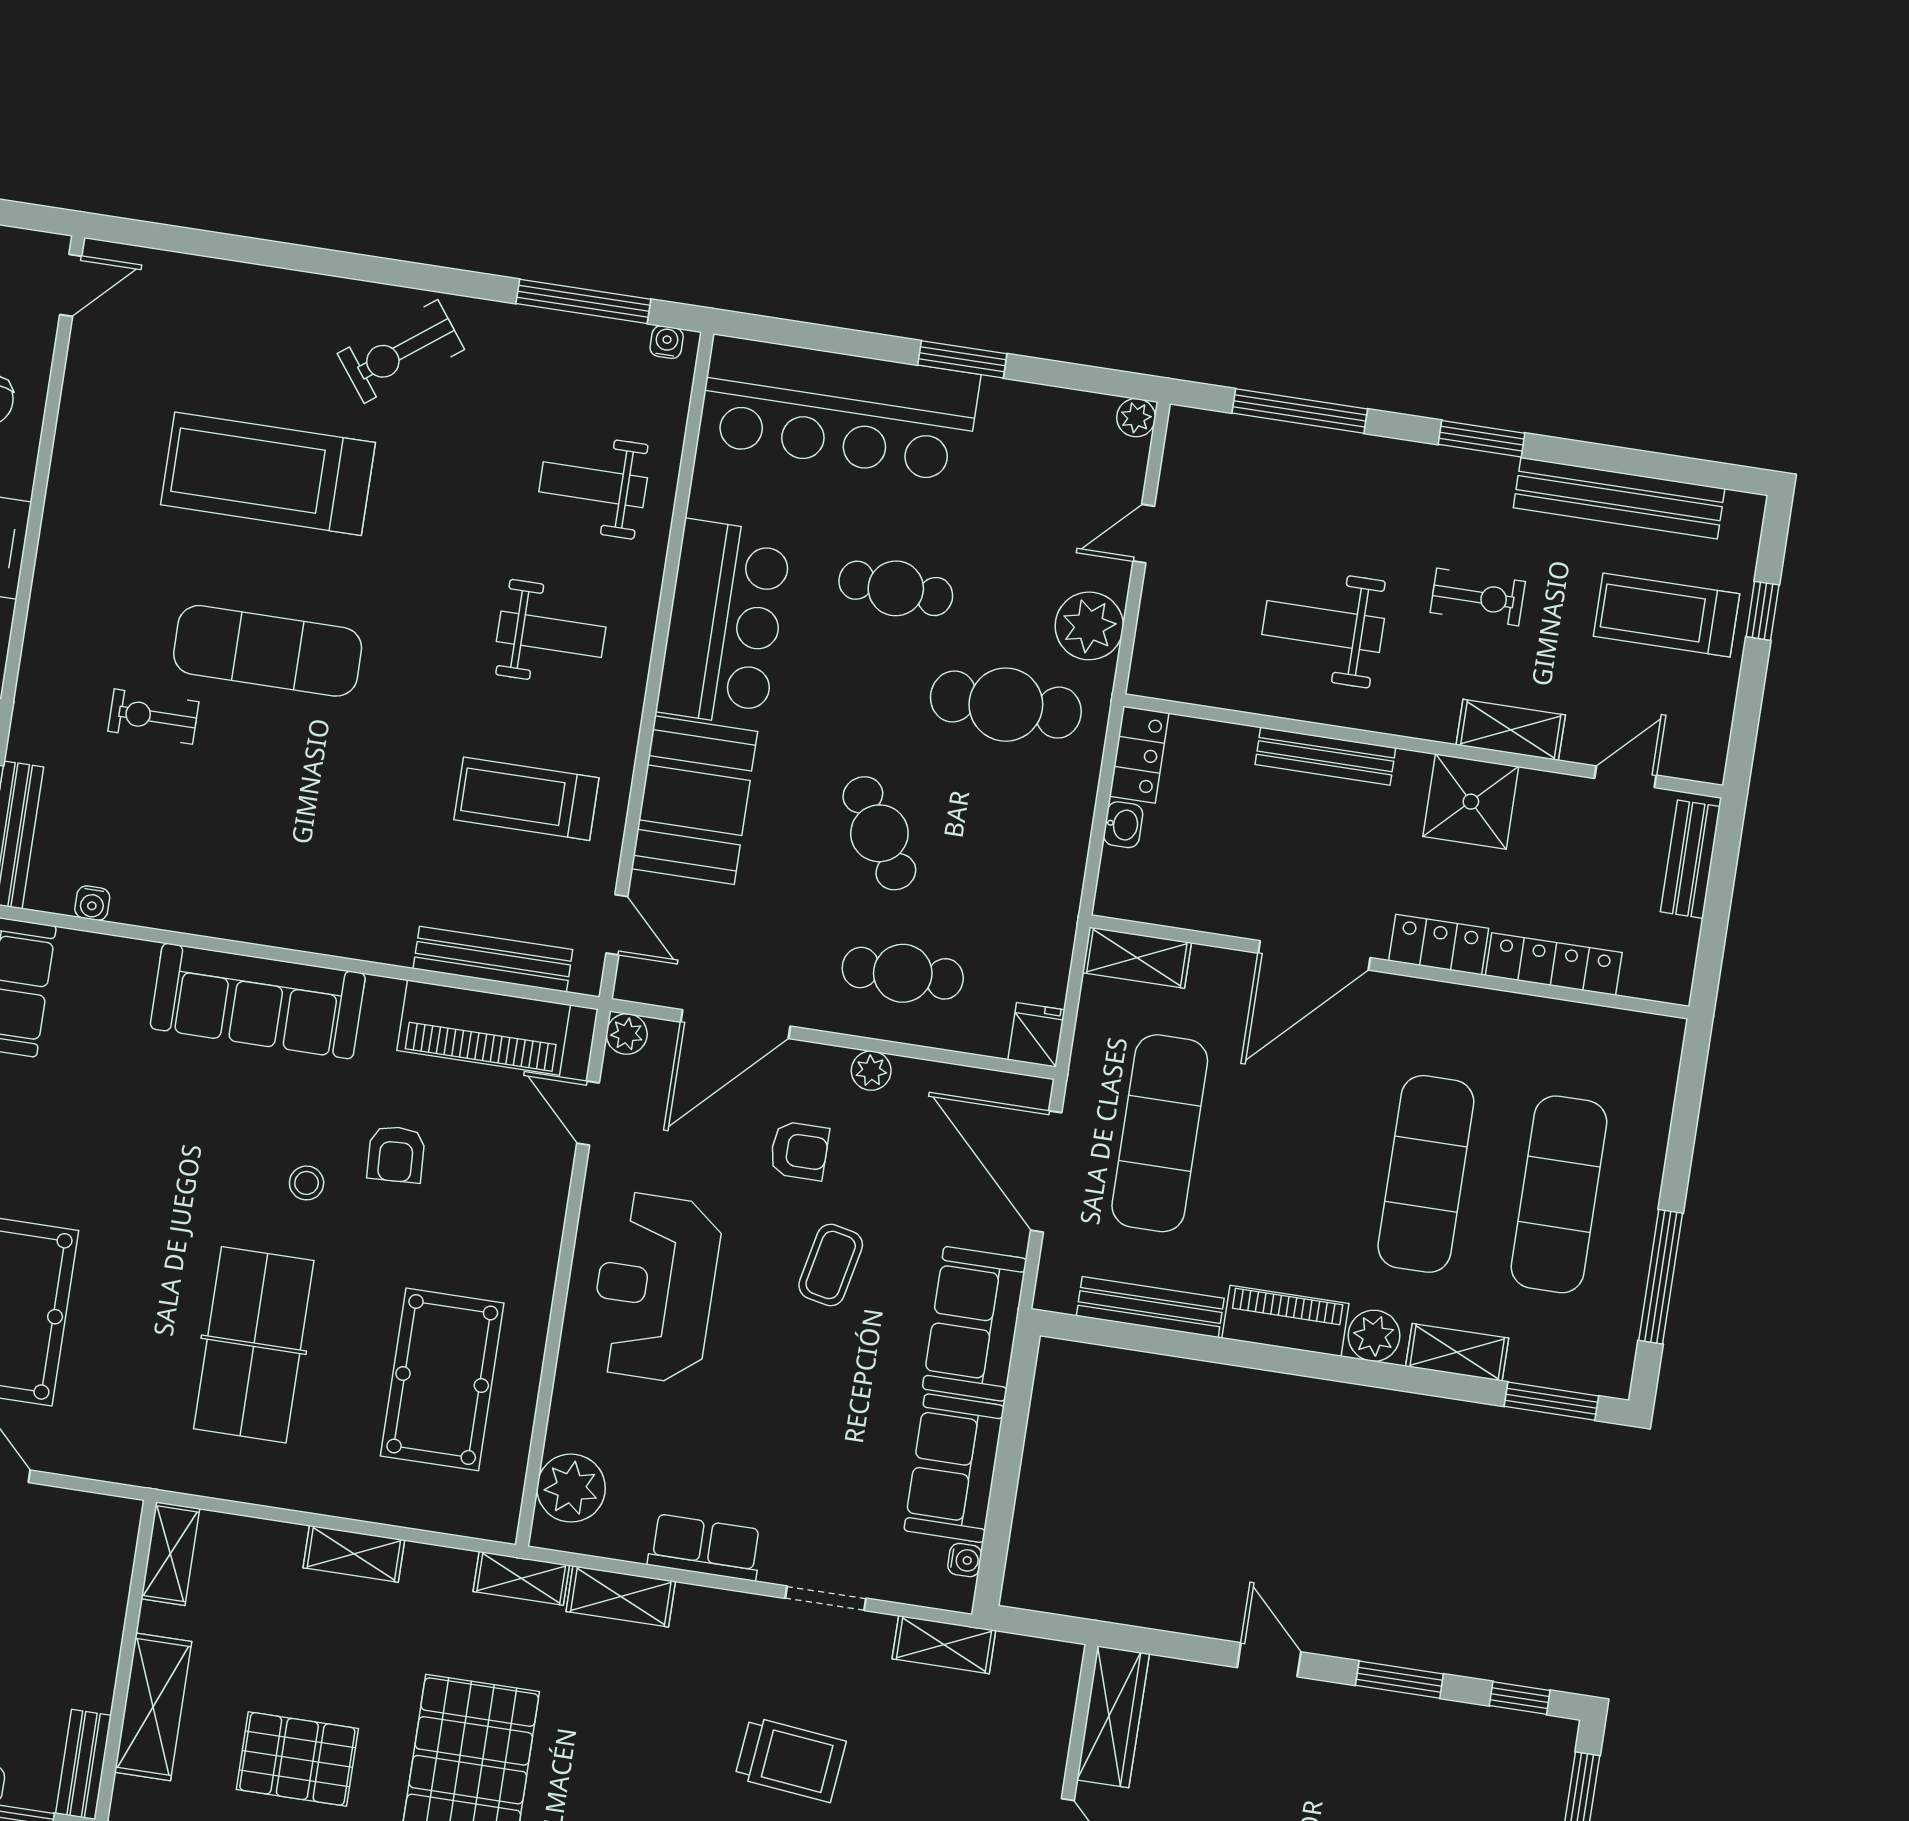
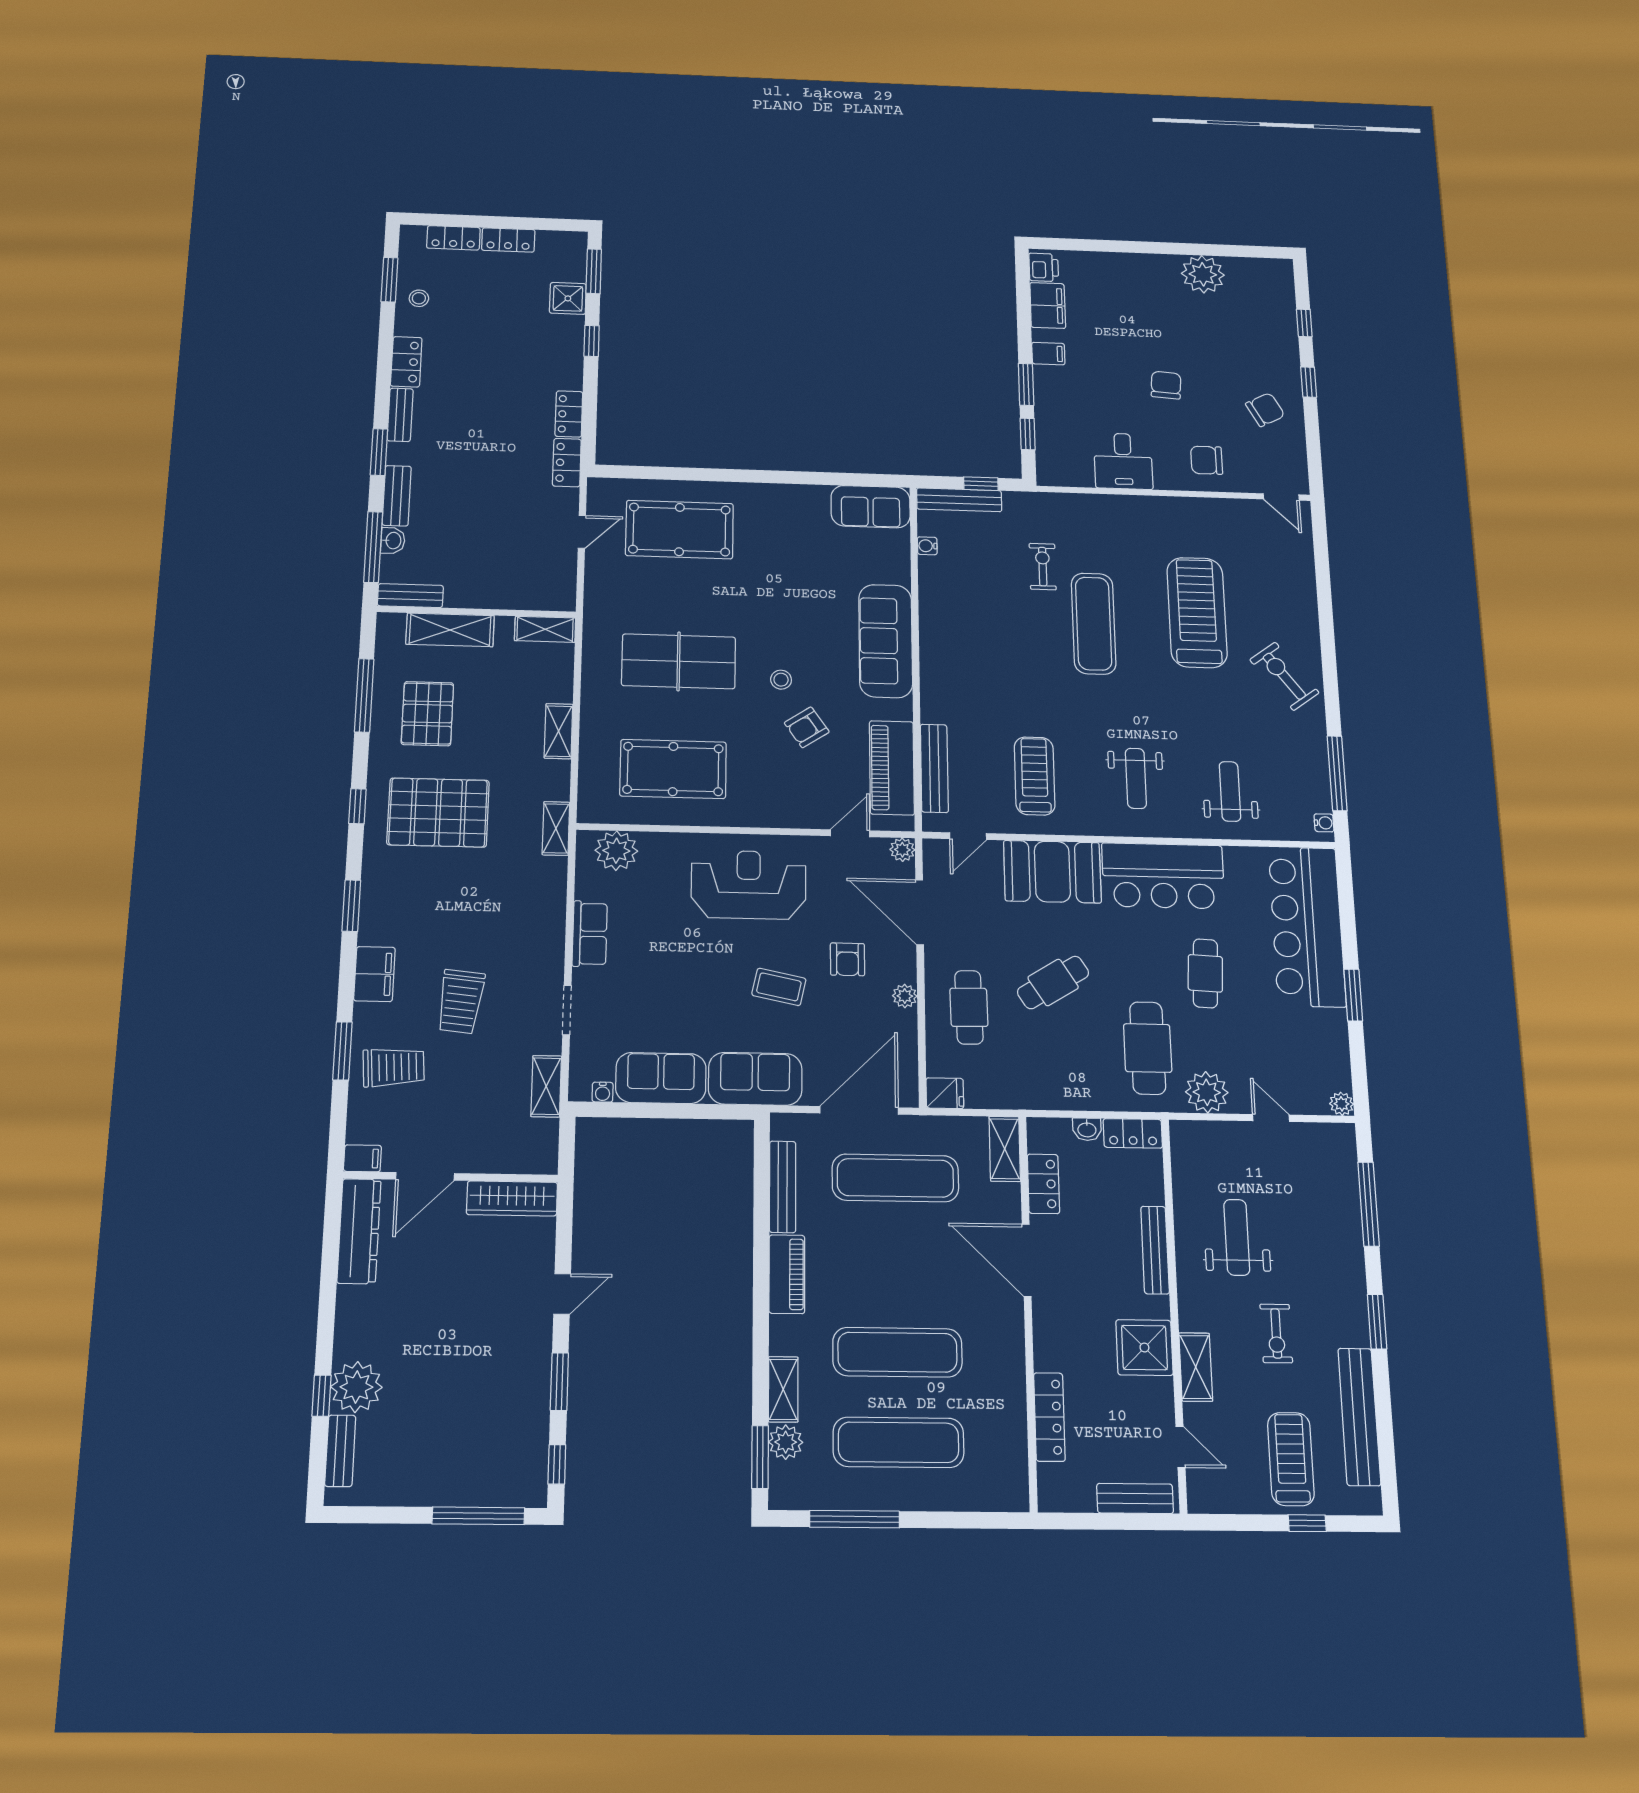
locker: (1439, 945) -> (1043, 1184), moved
armchair: (396, 1154) -> (807, 727), turned -31
plant: (1374, 1336) -> (786, 1442), moved
shelving: (621, 1596) -> (552, 888), removed

